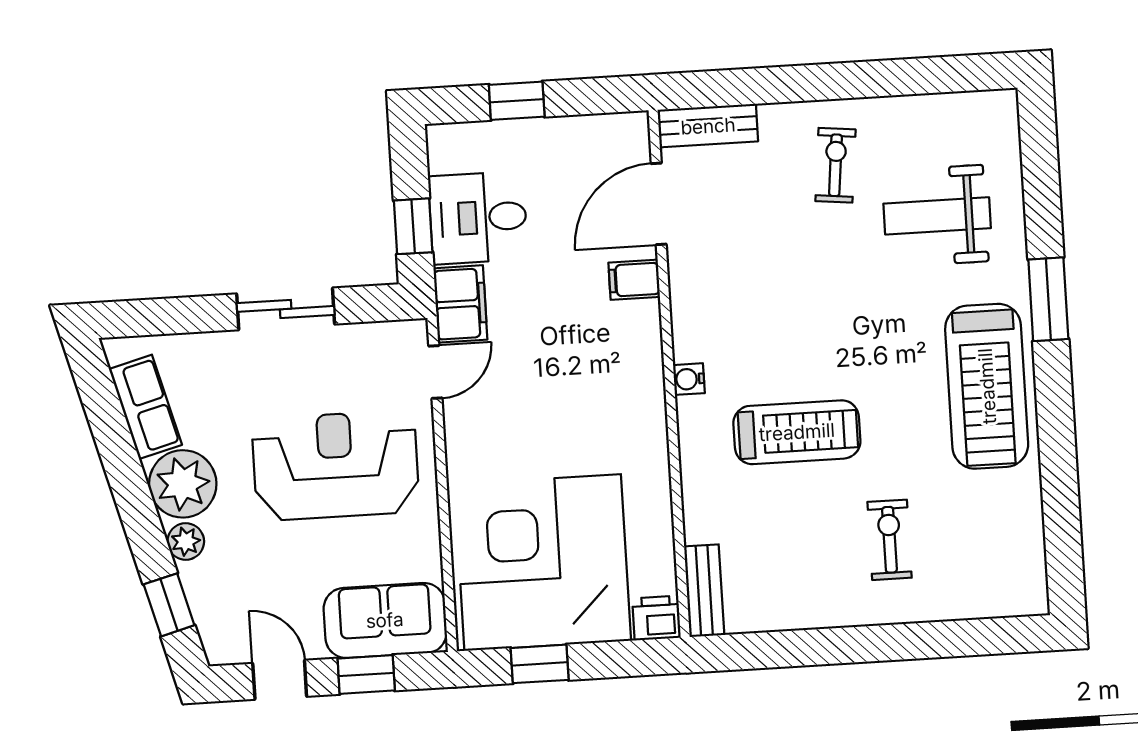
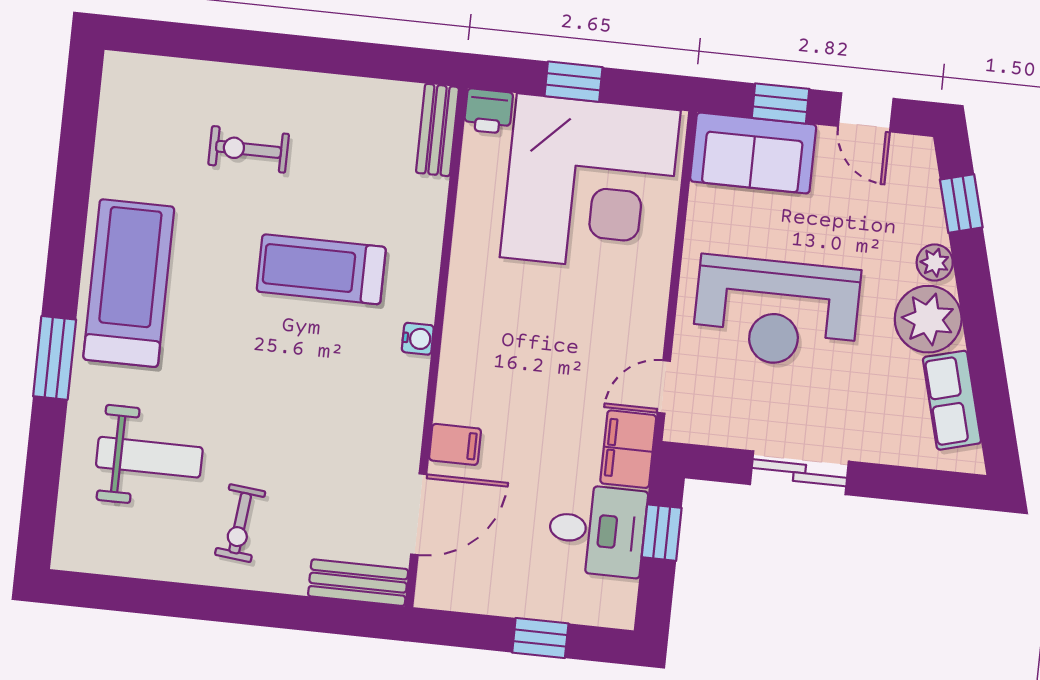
exercise bike: (890, 540) -> (249, 149), turned 90
window: (540, 664) -> (574, 82), moved

